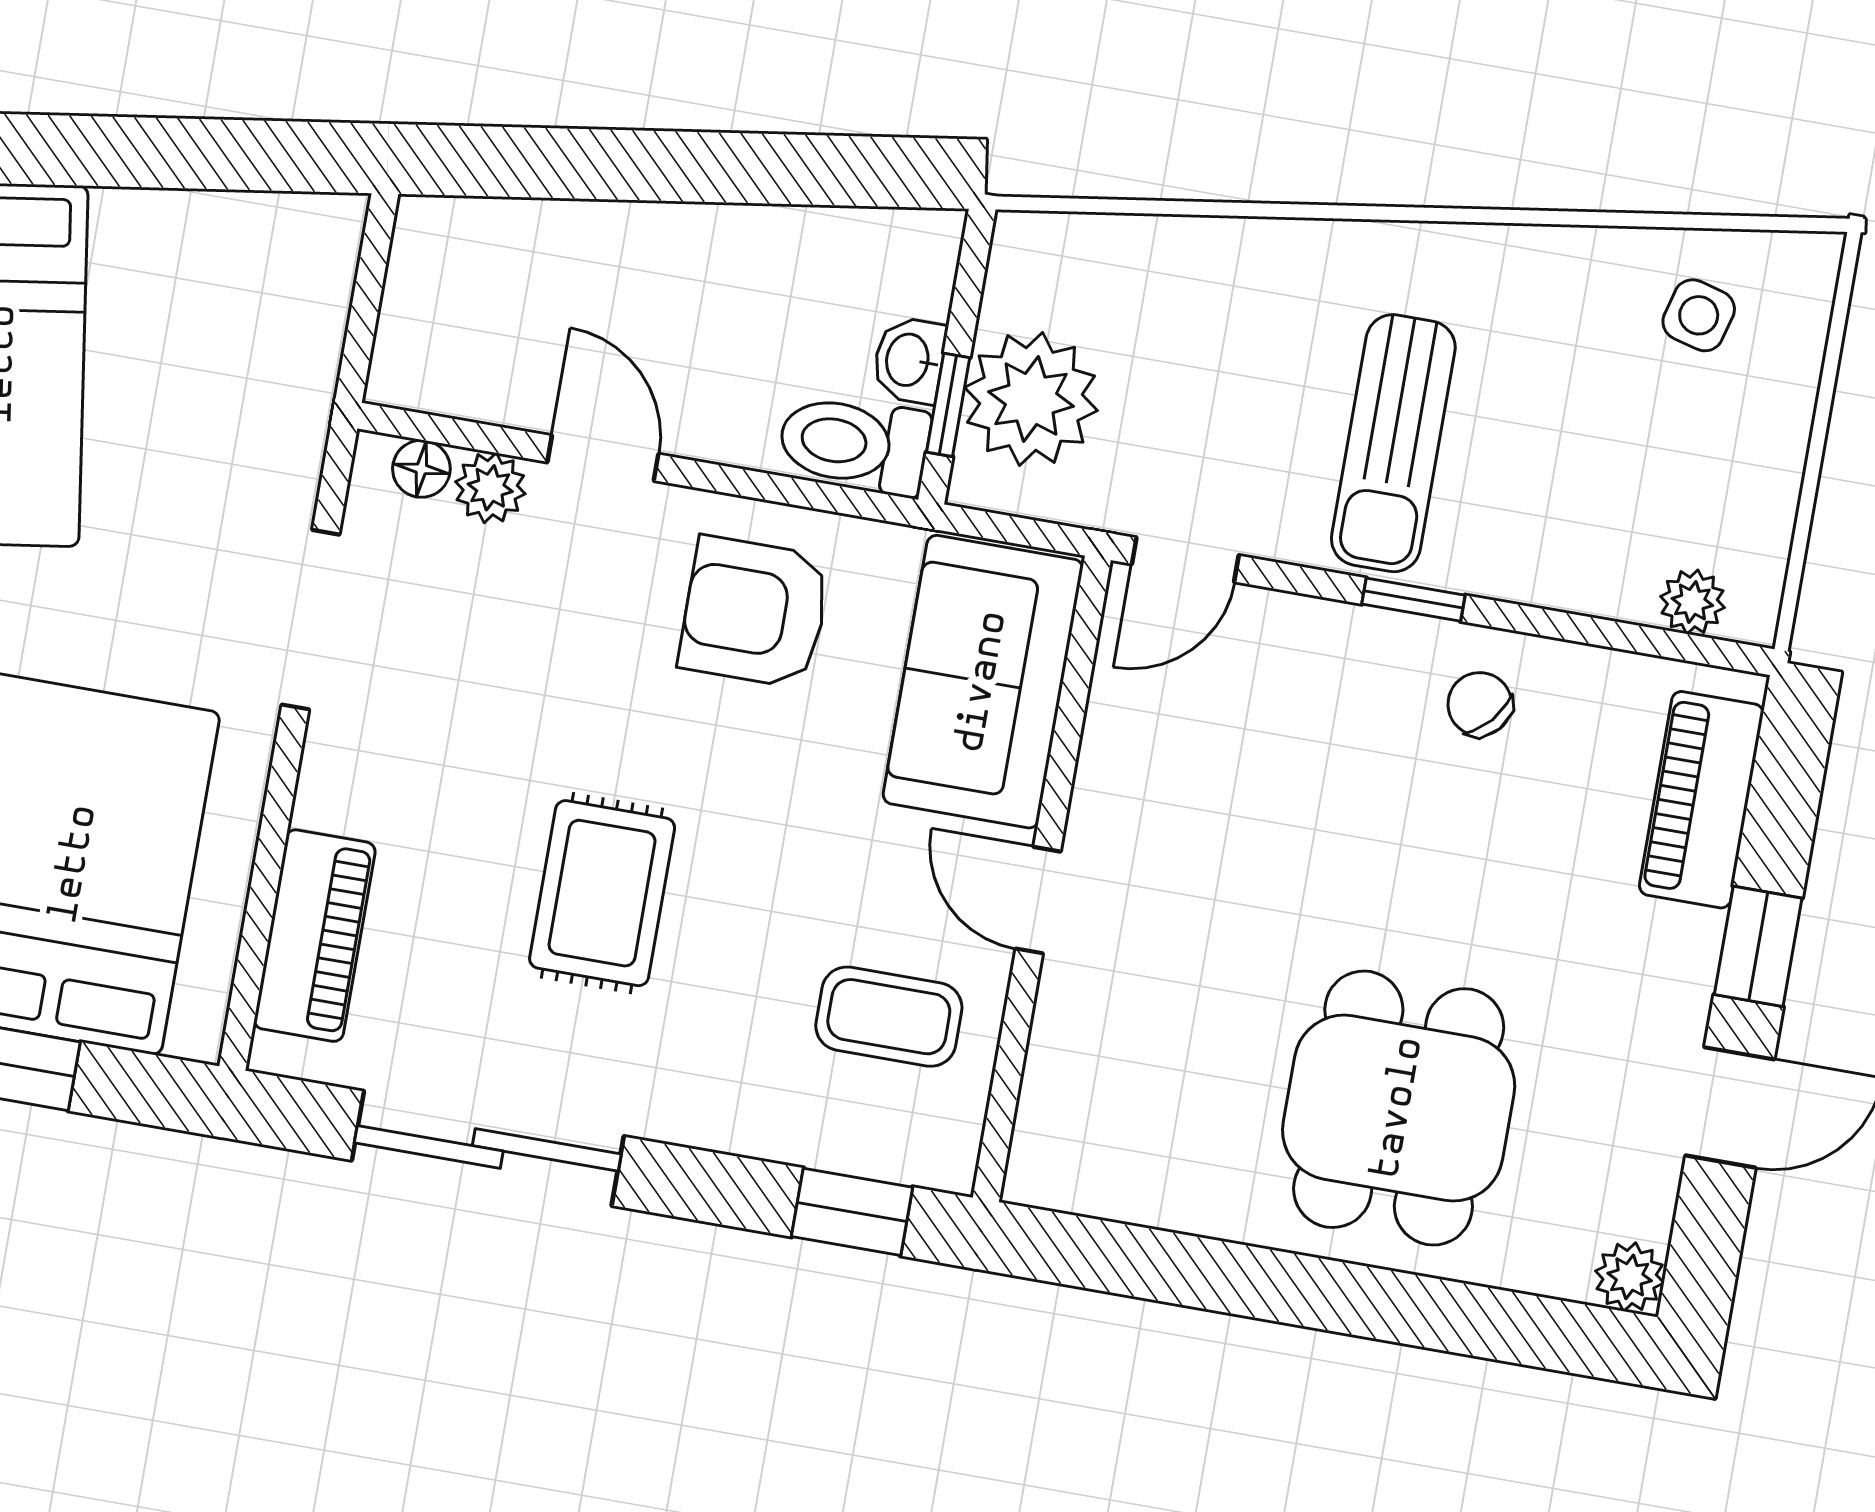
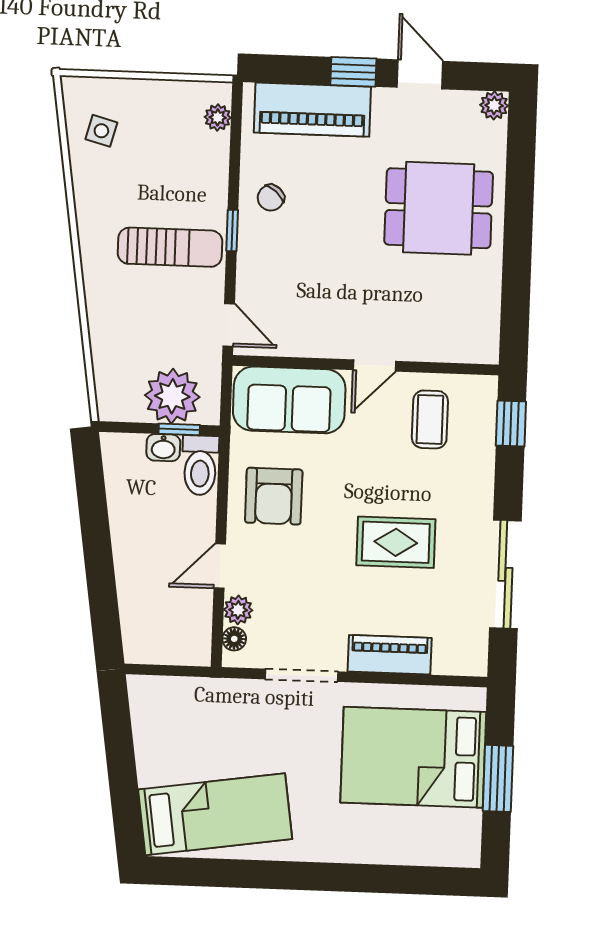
piano: (1701, 800) -> (312, 110), width x1.37, depth x1.33
piano: (315, 936) -> (390, 655), moved

